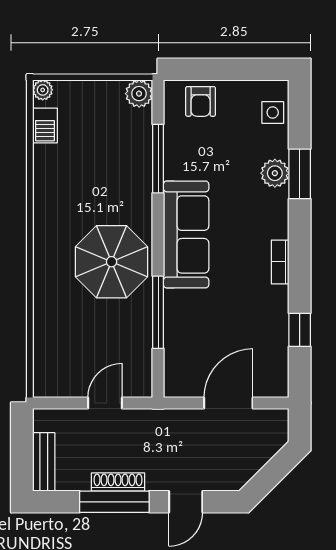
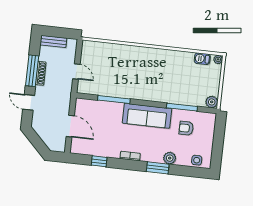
armchair: (201, 101) -> (186, 128), moved
window: (300, 174) -> (158, 168), moved
parasol: (112, 262) -> (139, 81), removed

